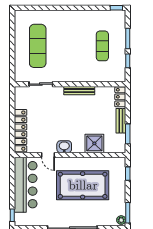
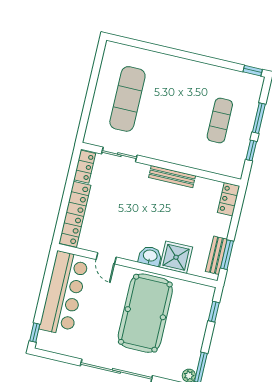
locker: (20, 97) -> (85, 167), added
bench: (121, 121) -> (216, 255), moved
washbasin: (64, 147) -> (150, 256), moved
pool table: (83, 185) -> (145, 313), turned 90

